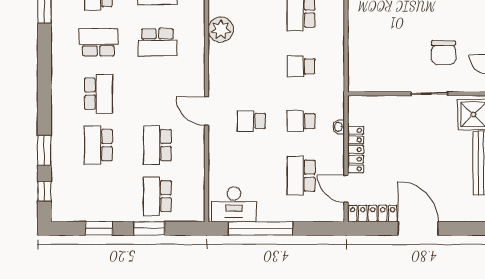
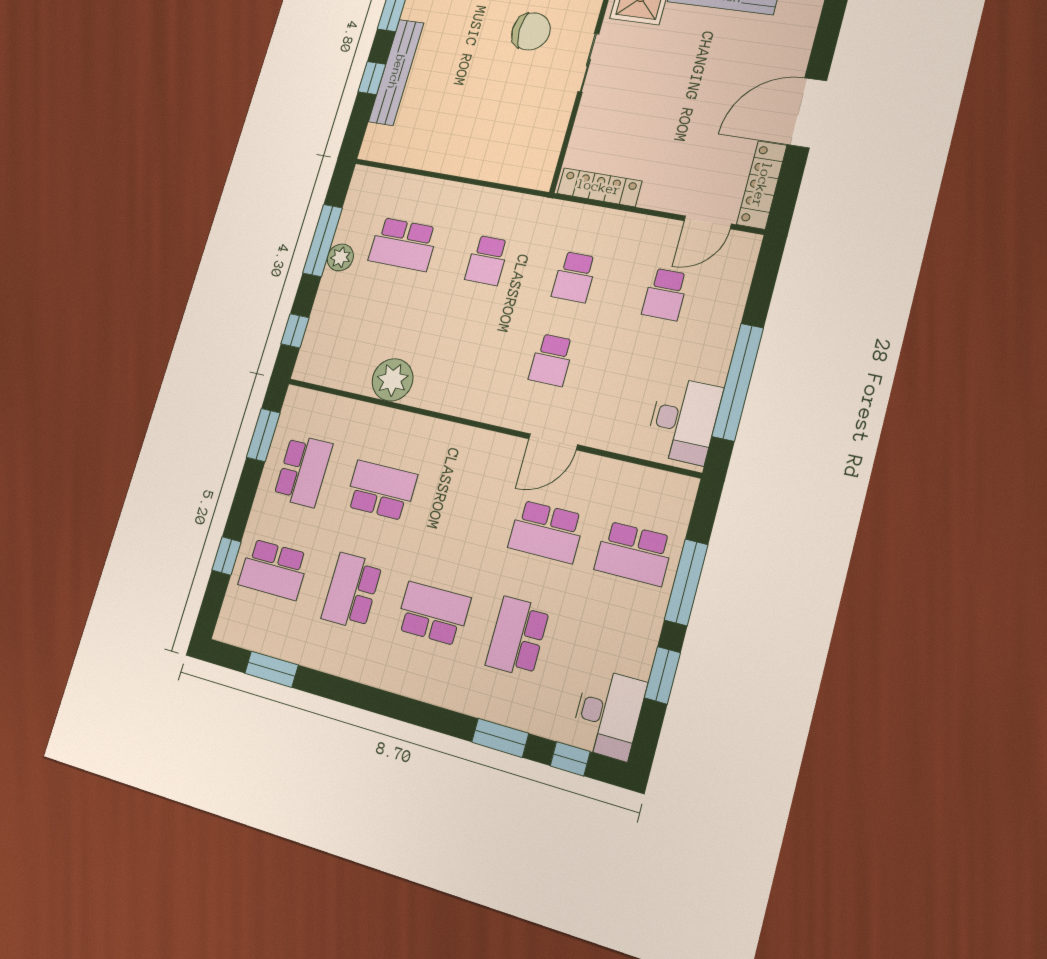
school desk: (157, 42) -> (381, 490), turned -90
door: (207, 111) -> (553, 442), moved
washbasin: (339, 127) -> (601, 217), removed
school desk: (98, 145) -> (518, 637), turned 90
locker: (356, 150) -> (599, 187), moved
school desk: (301, 176) -> (665, 294), width x0.54
desk: (72, 205) -> (608, 714), added
window: (149, 228) -> (686, 582), width x1.44

